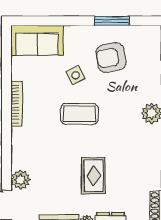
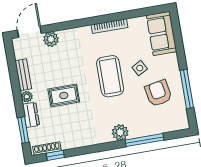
window: (112, 21) -> (187, 89), width x1.44
coffee table: (79, 114) -> (110, 76), width x1.36, depth x1.32

